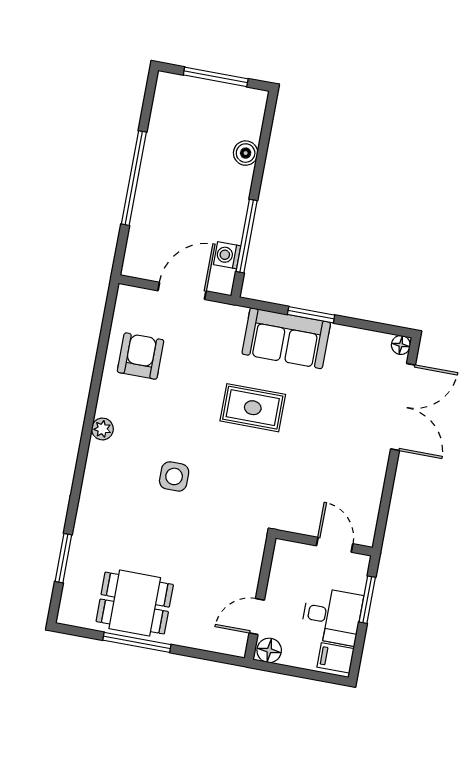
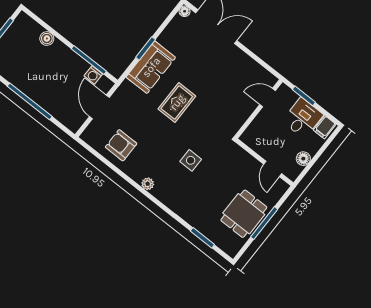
wall: (260, 598) -> (264, 162), moved
door: (257, 616) -> (273, 169), moved

